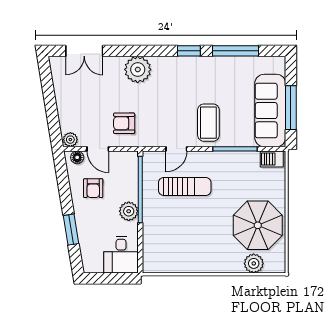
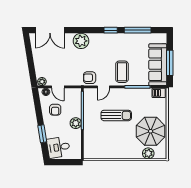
double door: (84, 51) -> (50, 30), width x1.37
armchair: (124, 123) -> (90, 78), moved
sun lounger: (185, 187) -> (116, 115), moved
desk: (121, 255) -> (58, 147), moved, turned 81

